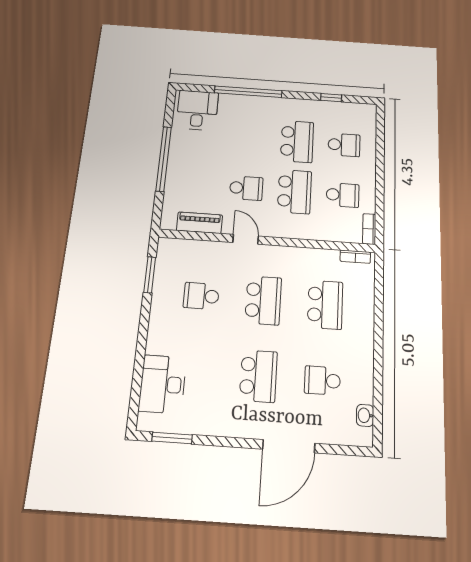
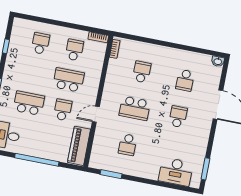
school desk: (297, 142) -> (29, 103), moved
piano: (199, 223) -> (79, 146), width x1.37, depth x1.33
school desk: (263, 300) -> (135, 108), turned 180
school desk: (325, 305) -> (142, 72), width x0.54
school desk: (258, 376) -> (178, 117), width x0.54
washbasin: (365, 415) -> (218, 61), moved

